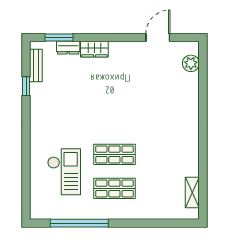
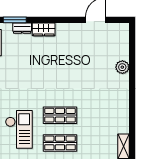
plant: (191, 63) -> (122, 67), moved

